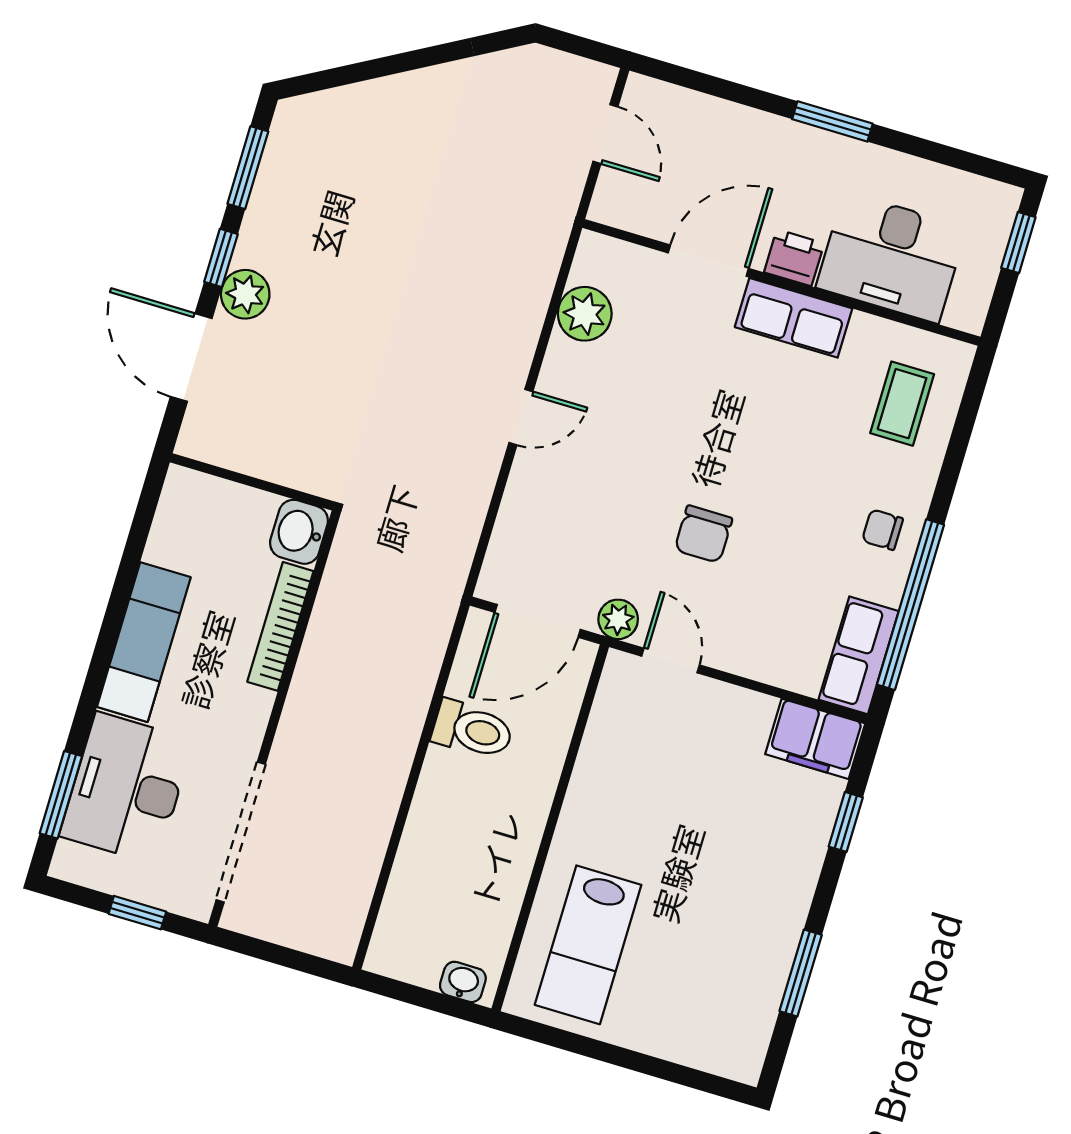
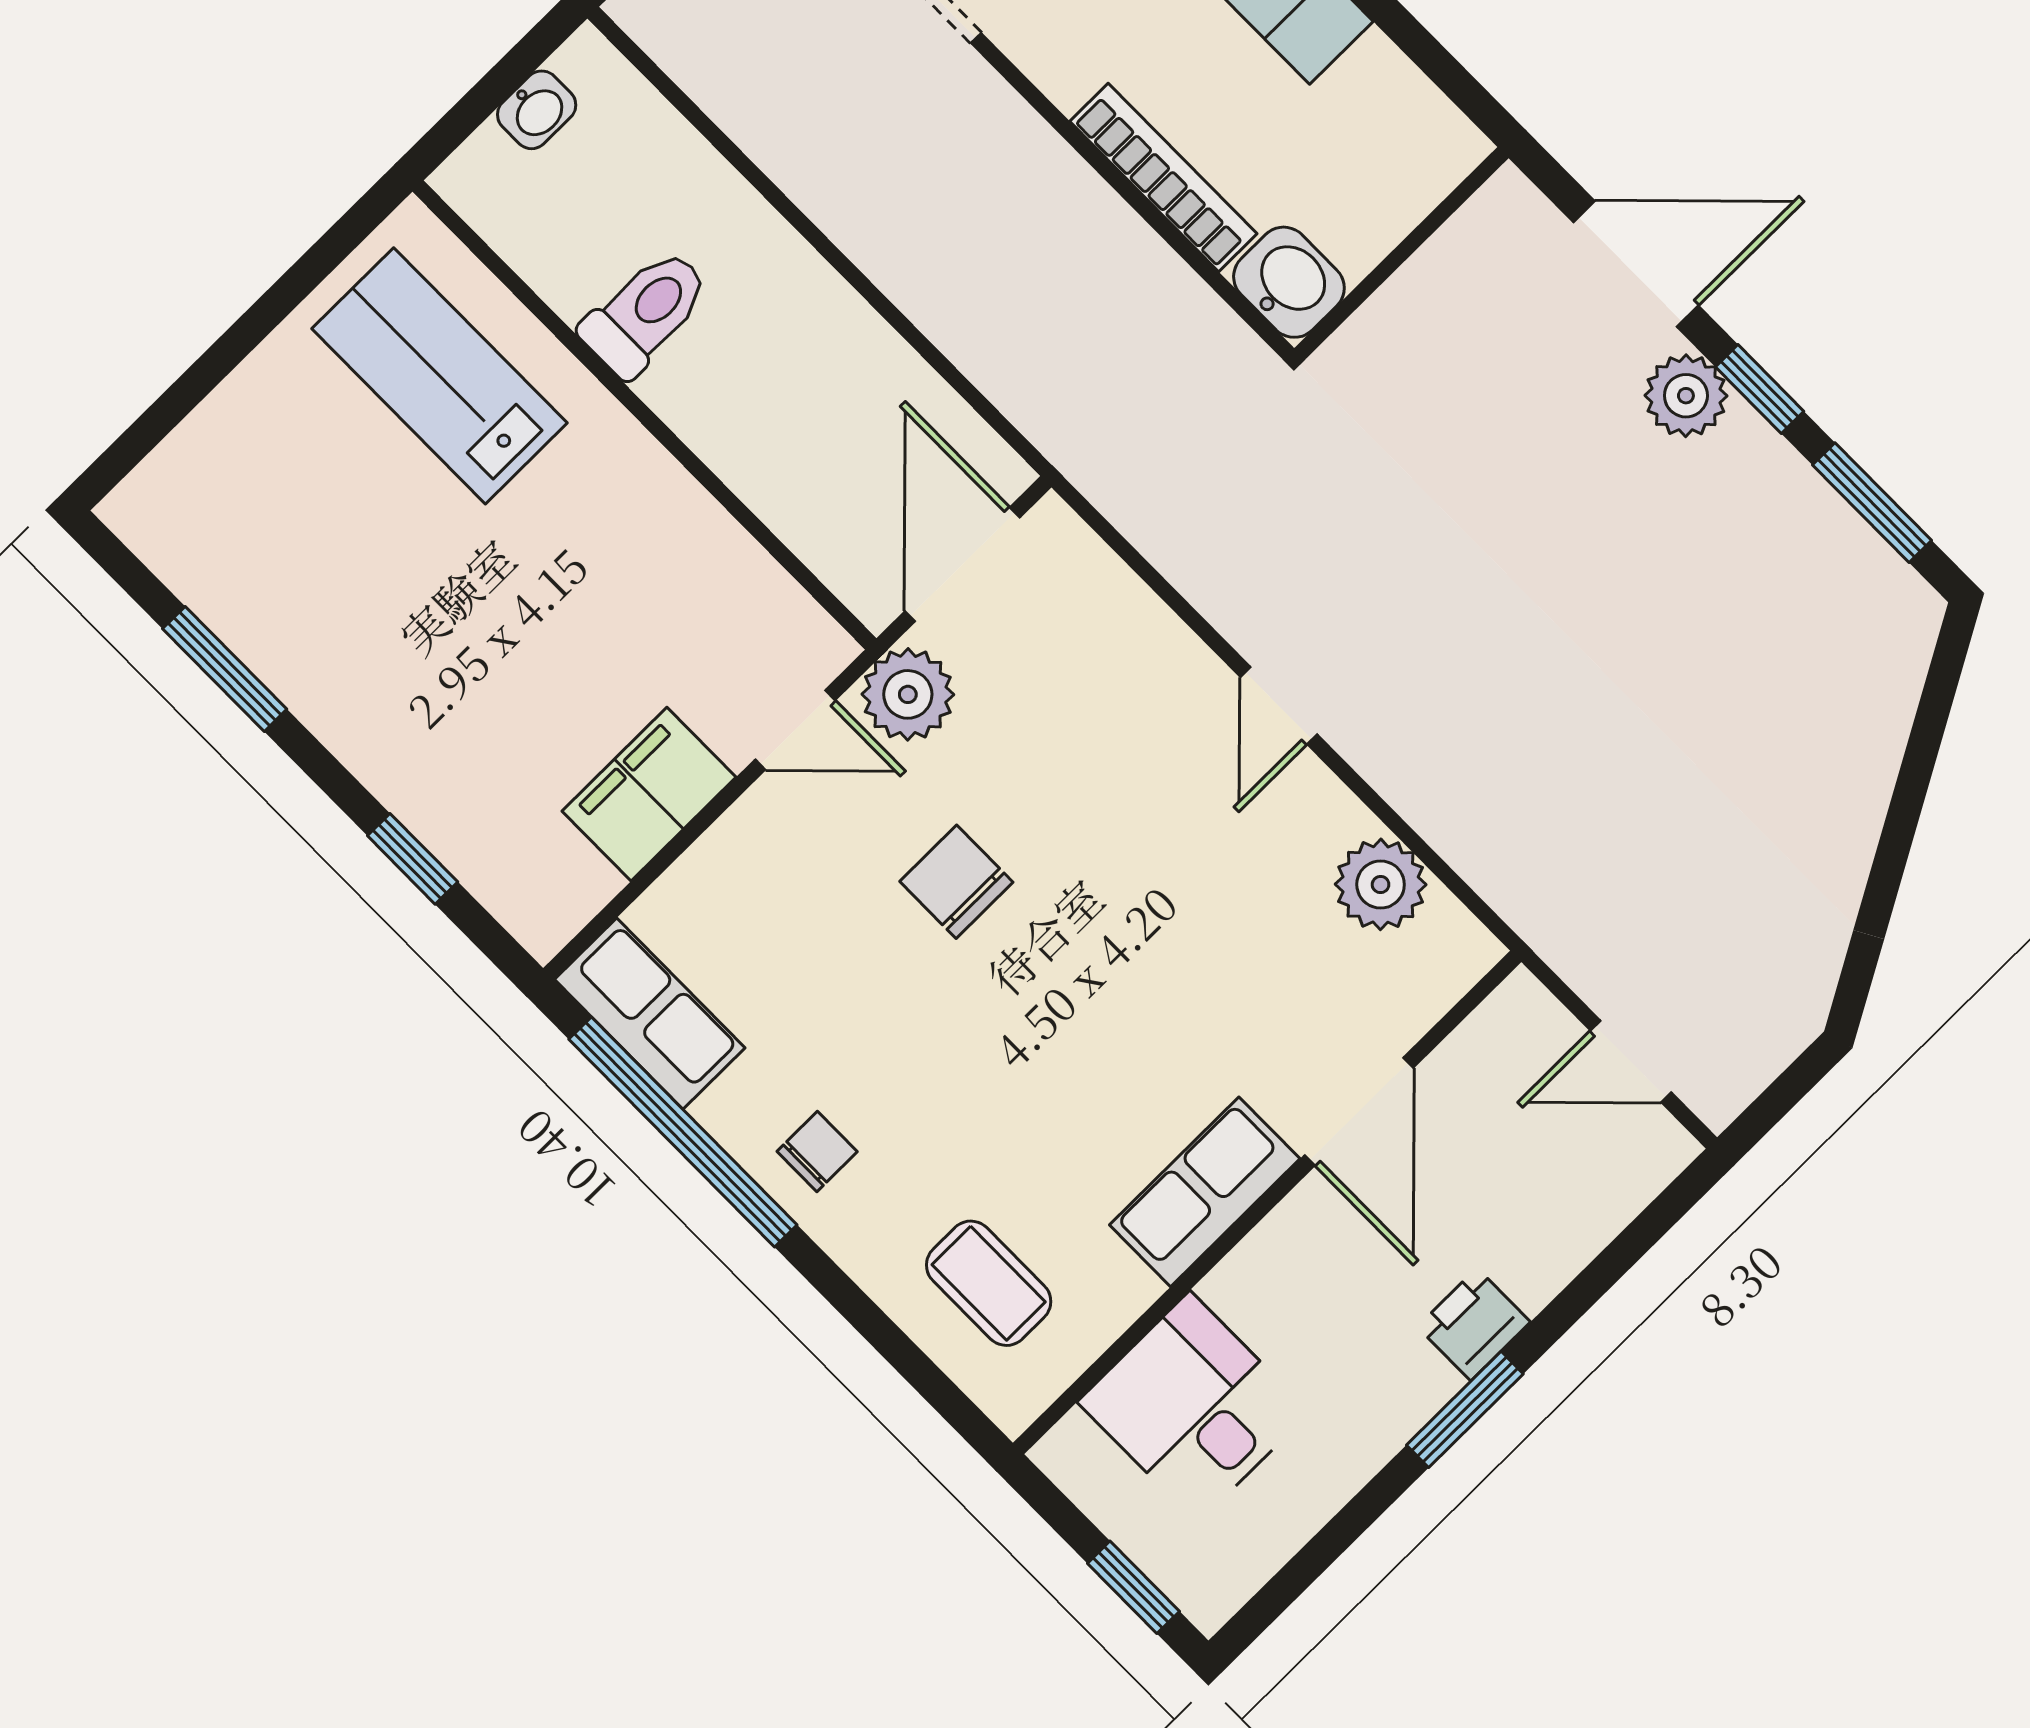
desk: (891, 257) -> (1194, 1407), width x0.73
printer: (794, 258) -> (1474, 1324), moved, turned 180
plant: (618, 619) -> (908, 694), width x1.38, depth x1.38
toilet: (473, 730) -> (646, 313), moved, turned 180
filing cabinet: (815, 739) -> (649, 794), moved
washbasin: (463, 982) -> (537, 110), moved

